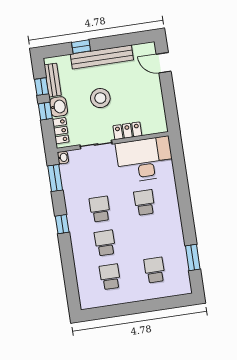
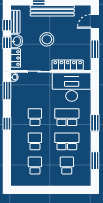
door: (164, 63) -> (95, 21), hinge flipped
window: (169, 102) -> (95, 49), added
locker: (127, 131) -> (68, 65), width x1.53
school desk: (144, 202) -> (67, 117), width x1.85
window: (185, 205) -> (95, 123), added
school desk: (149, 236) -> (67, 141), added

